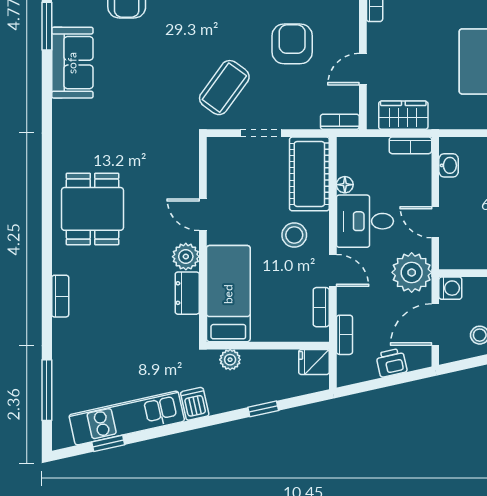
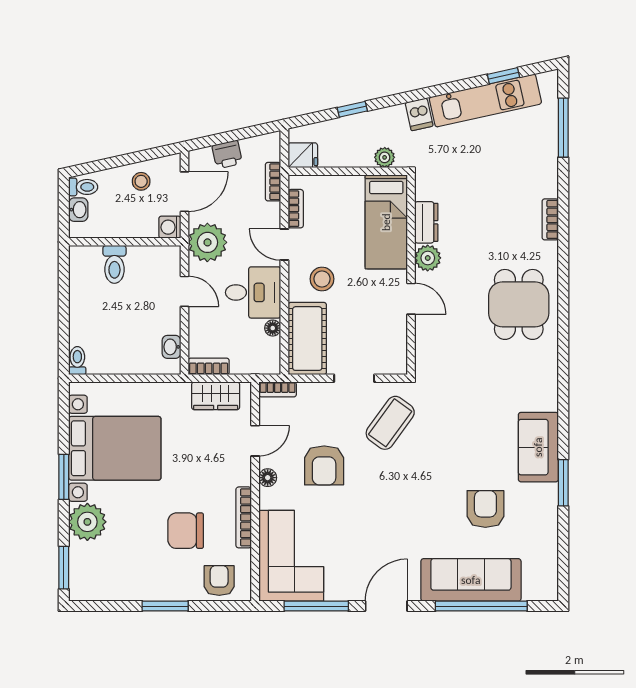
floor lamp: (350, 31) -> (268, 478), added

